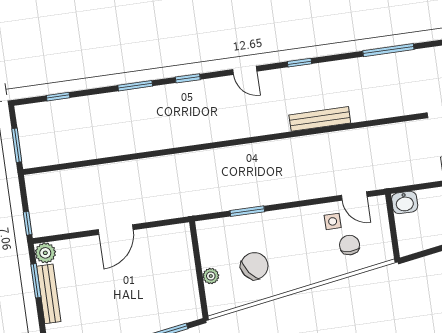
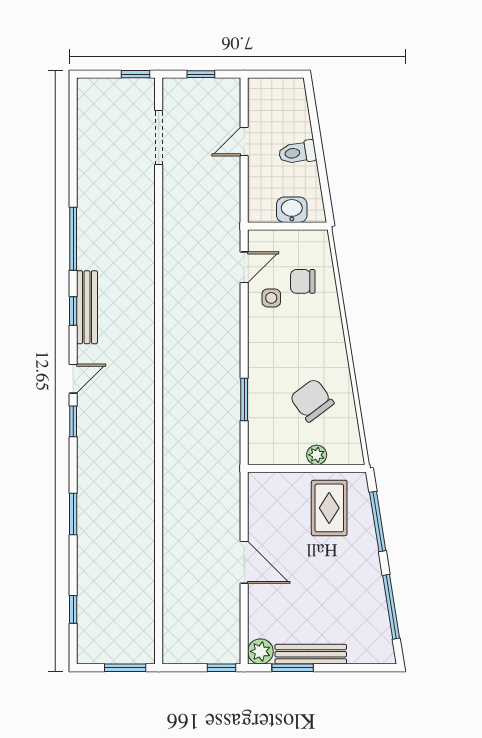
window: (388, 50) -> (73, 239), moved
window: (188, 78) -> (73, 421), moved
bench: (320, 119) -> (87, 307), moved
washbasin: (405, 202) -> (292, 210), moved, turned -90
rug: (169, 292) -> (329, 508), added

